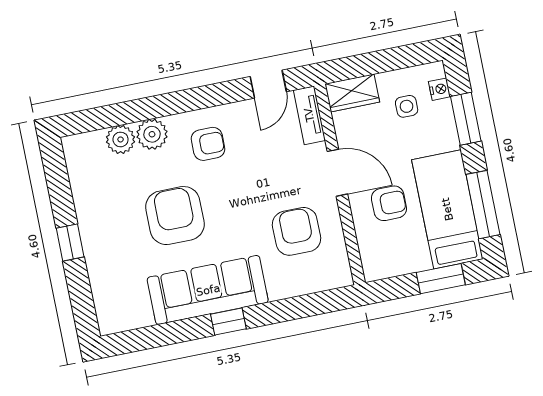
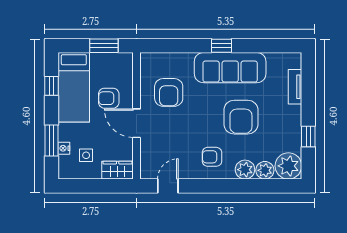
nightstand: (439, 89) -> (64, 148), moved
tv unit: (309, 115) -> (295, 87), moved, turned 180
plant: (85, 154) -> (288, 166), added
window: (483, 205) -> (51, 86), width x0.46
window: (70, 242) -> (308, 136), moved
window: (441, 279) -> (104, 46), moved

